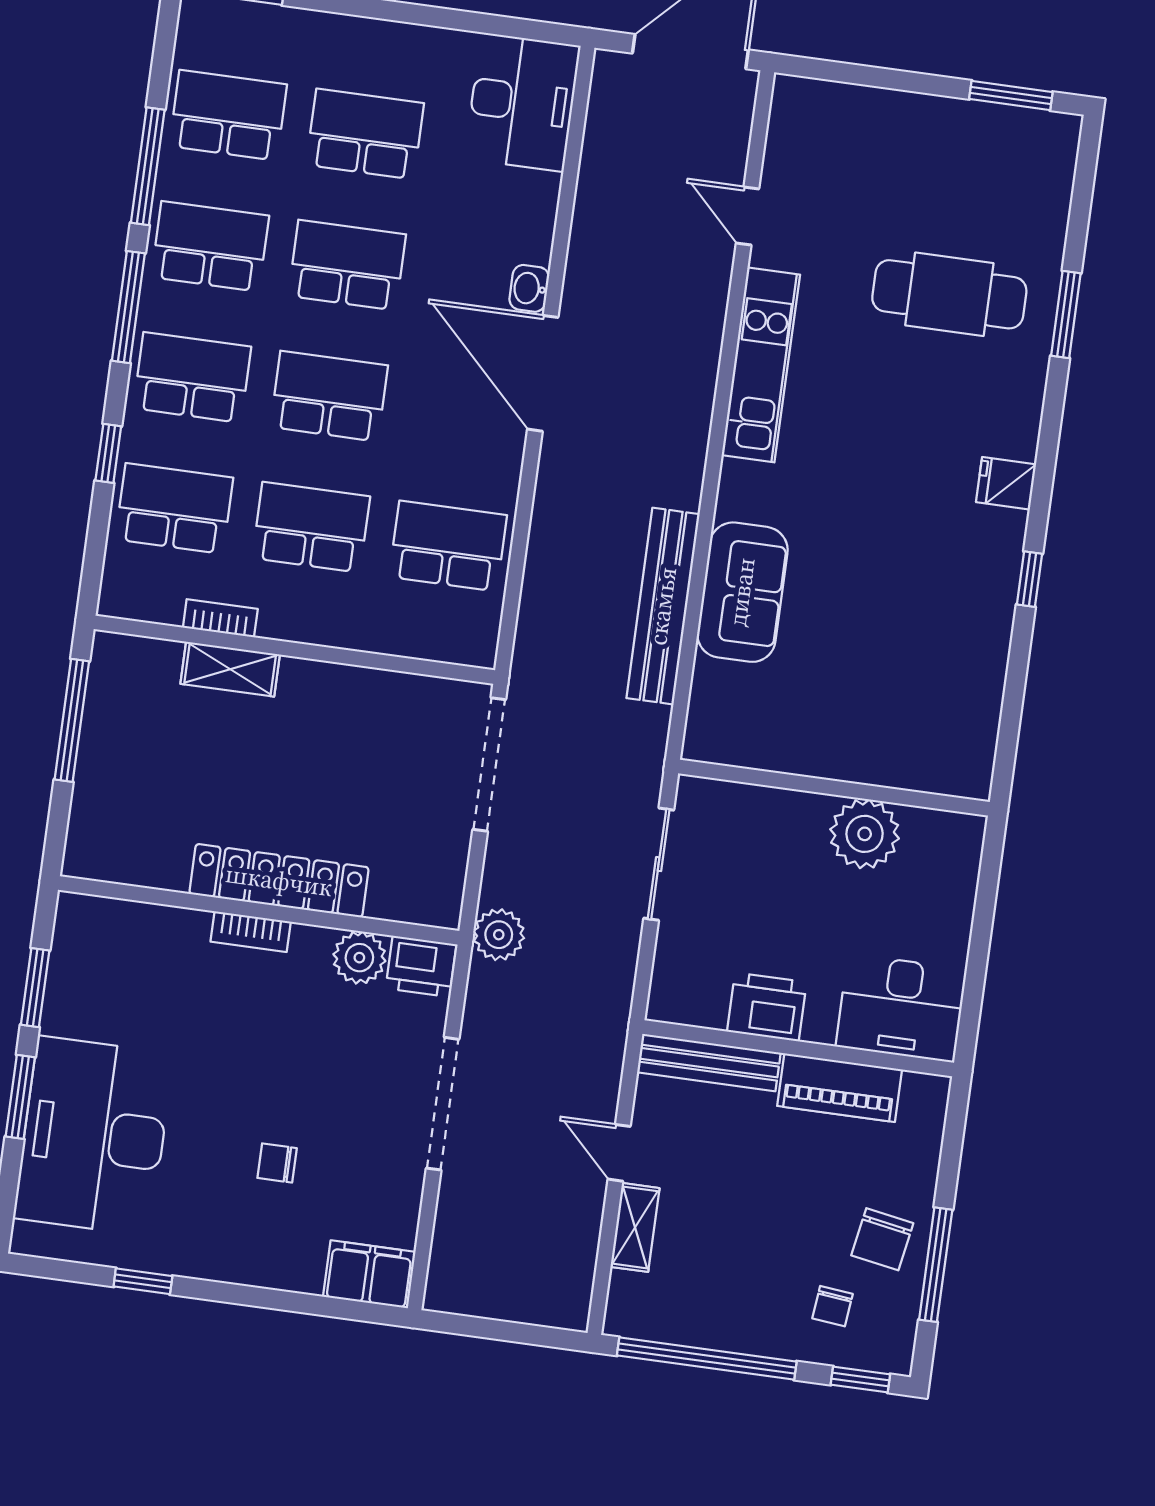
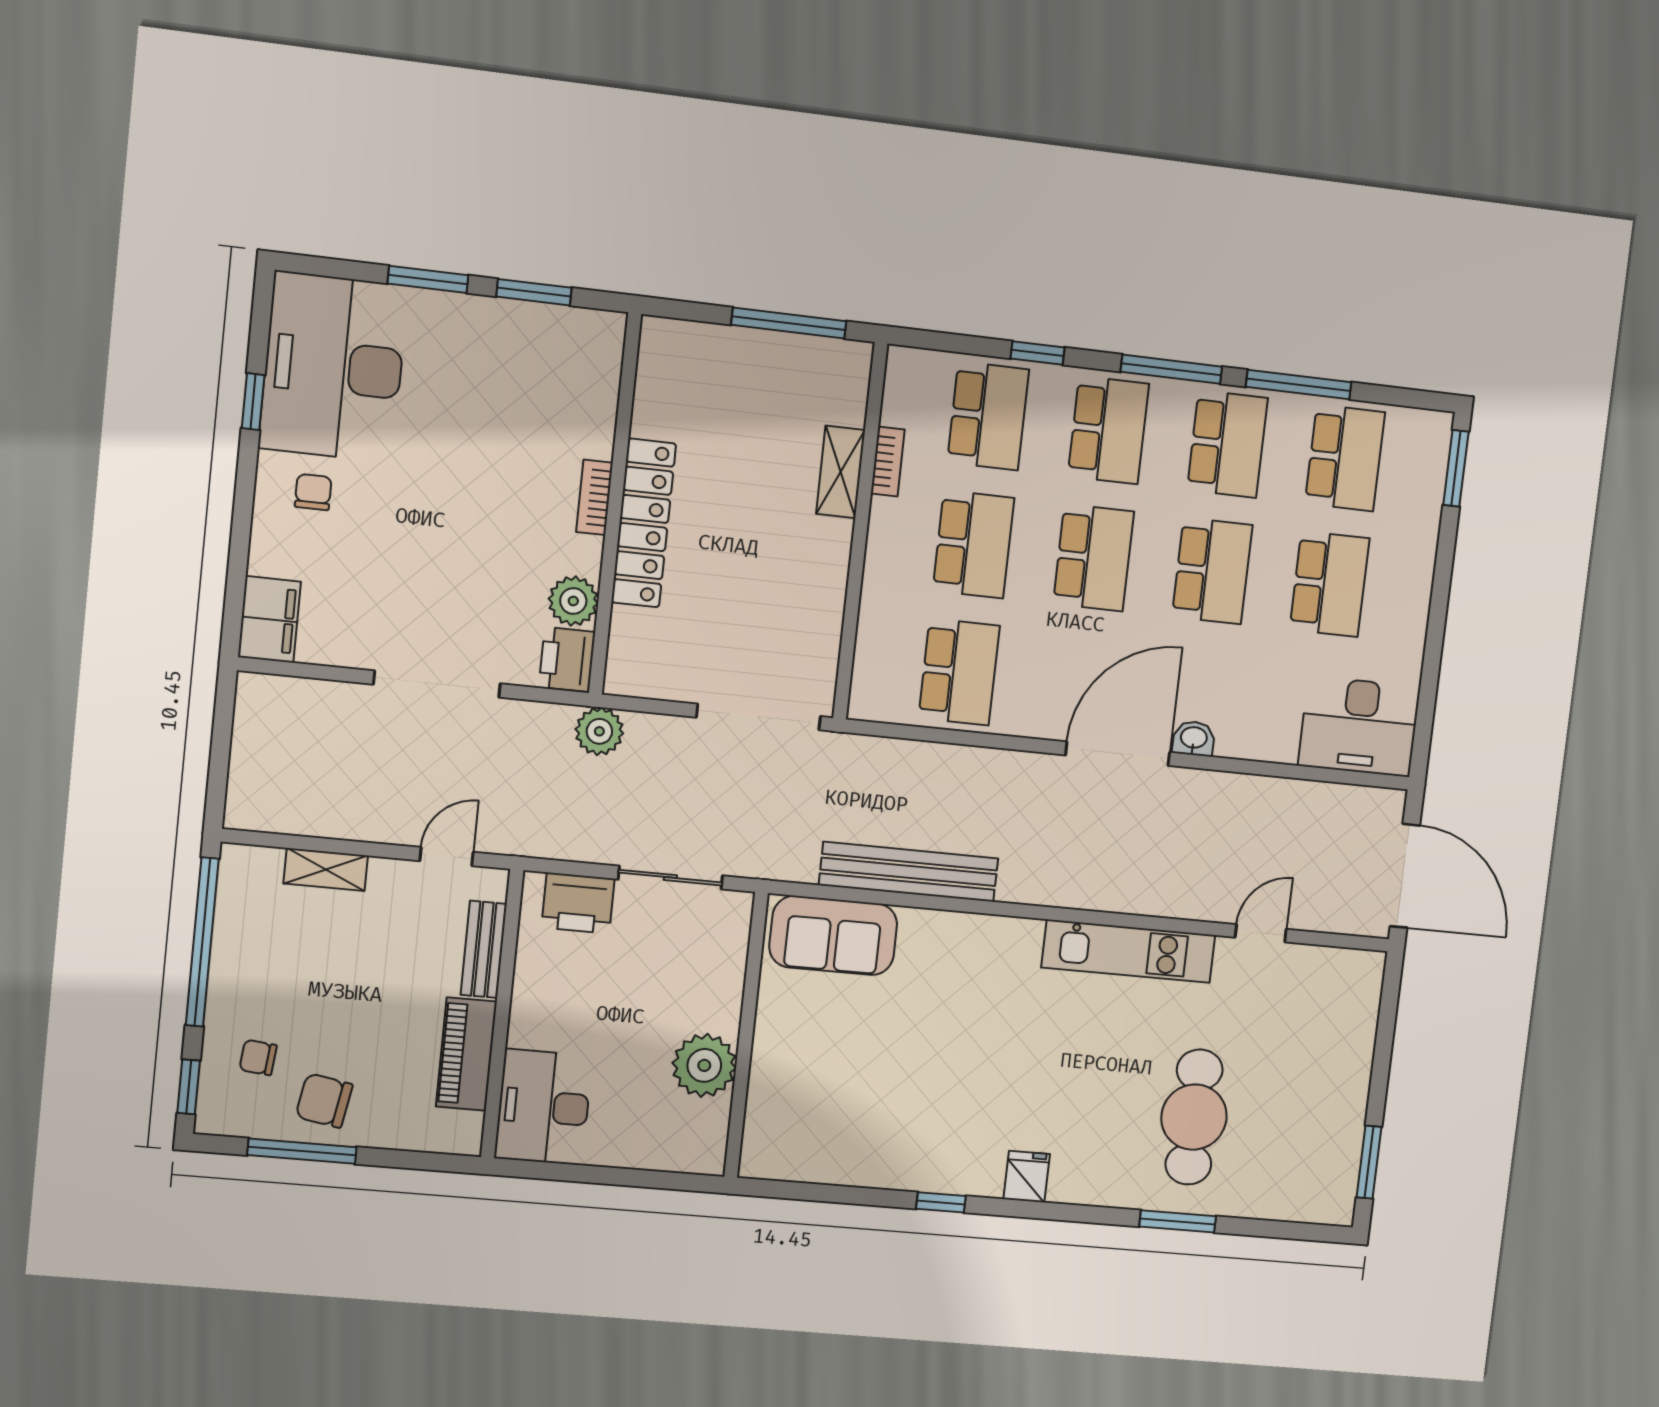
sofa: (742, 592) -> (833, 935), moved
printer: (767, 1007) -> (578, 903), moved, turned 90
bench: (709, 1063) -> (484, 949), width x0.73
desk: (94, 1136) -> (333, 367), moved, turned -90
door: (619, 1153) -> (447, 856), moved
chair: (277, 1163) -> (313, 492), moved

